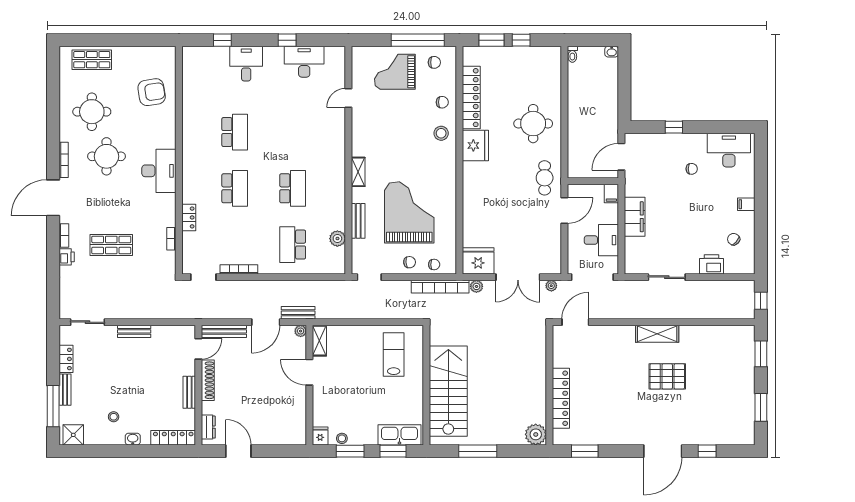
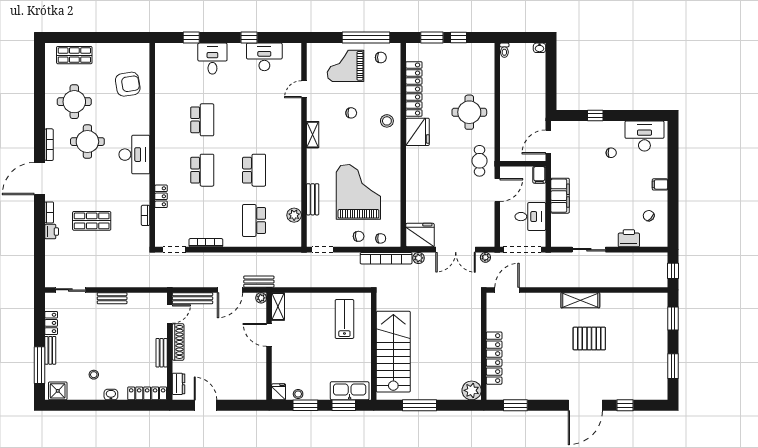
chair: (442, 102) -> (351, 113), moved
shelving: (358, 172) -> (313, 135), moved

